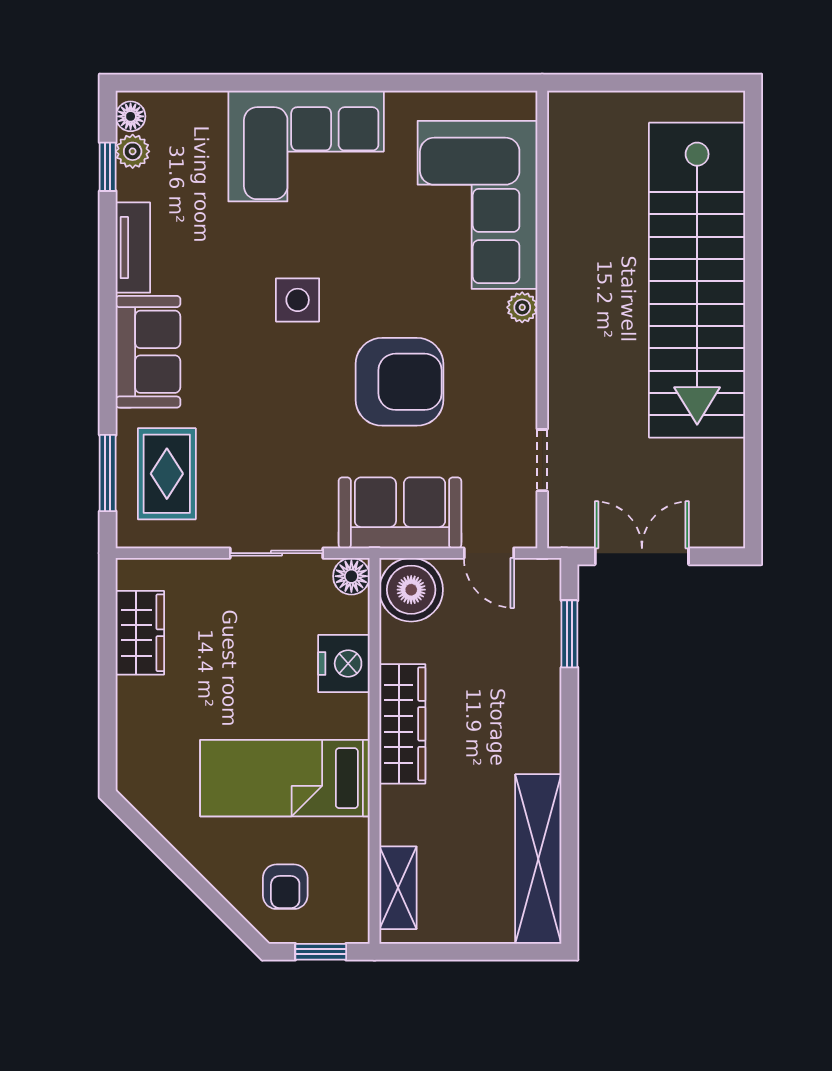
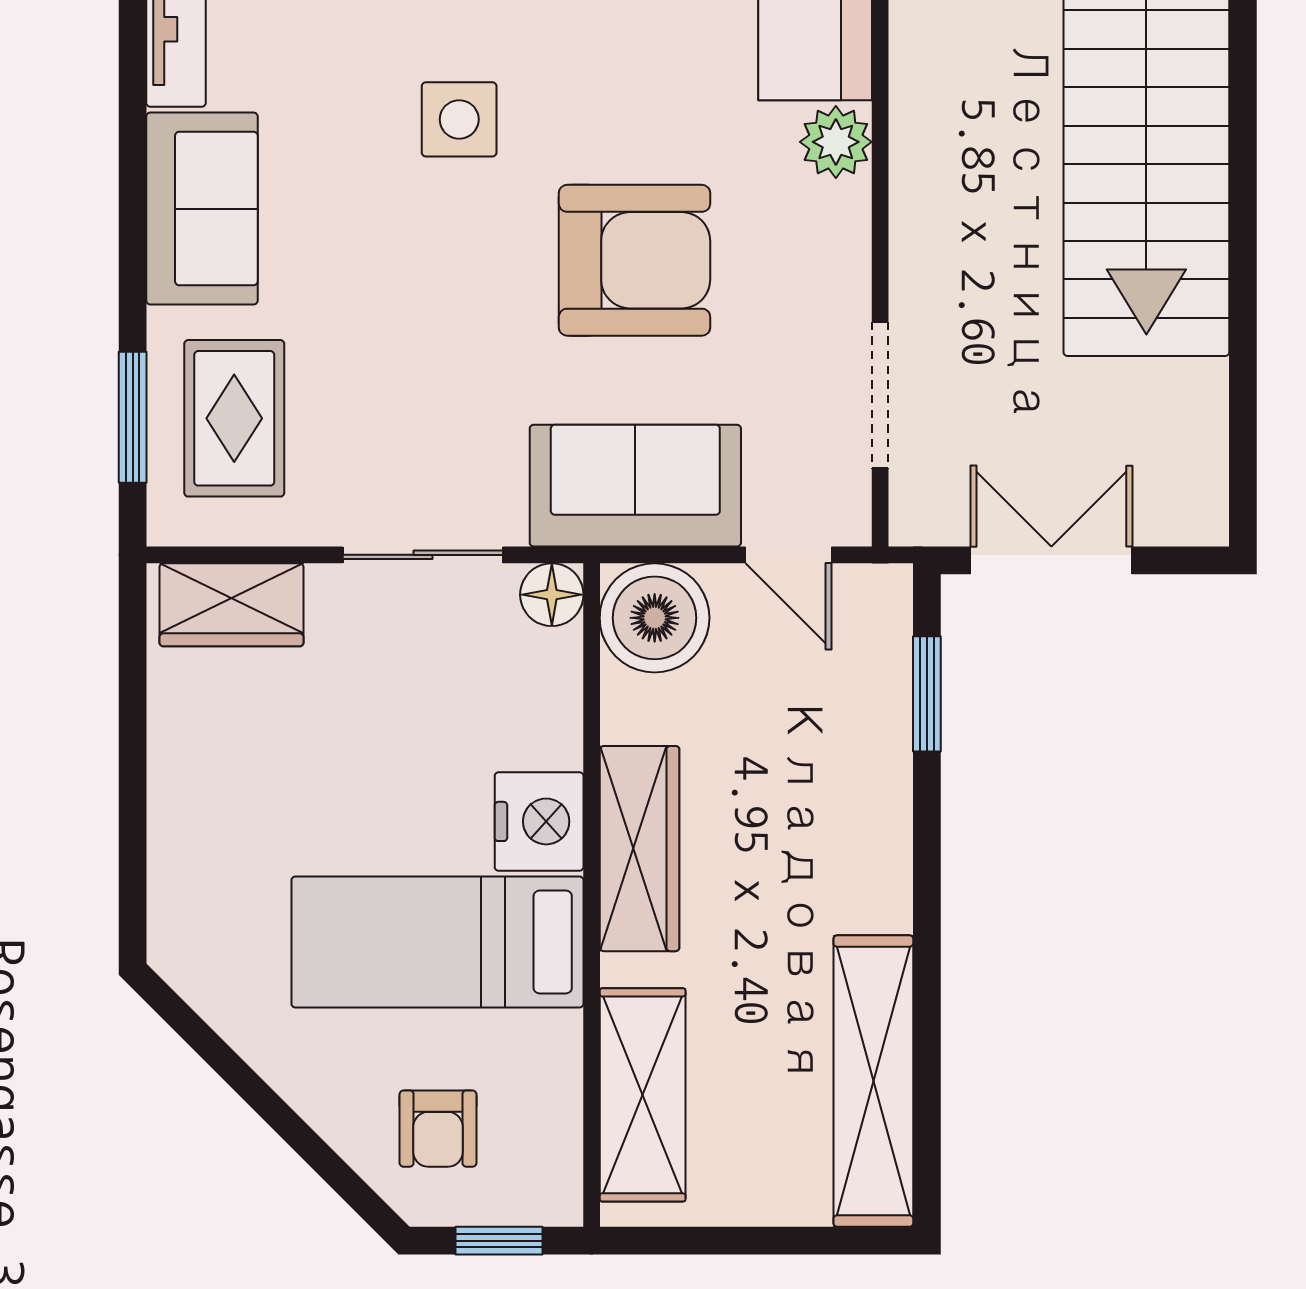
plant: (522, 307) -> (836, 142), width x1.38, depth x1.38
doorway: (542, 460) -> (880, 395), width x1.38
wardrobe: (140, 633) -> (231, 605), moved, turned 90
nightstand: (344, 663) -> (539, 821), moved
shelving: (398, 888) -> (643, 1095), width x1.50, depth x1.33

